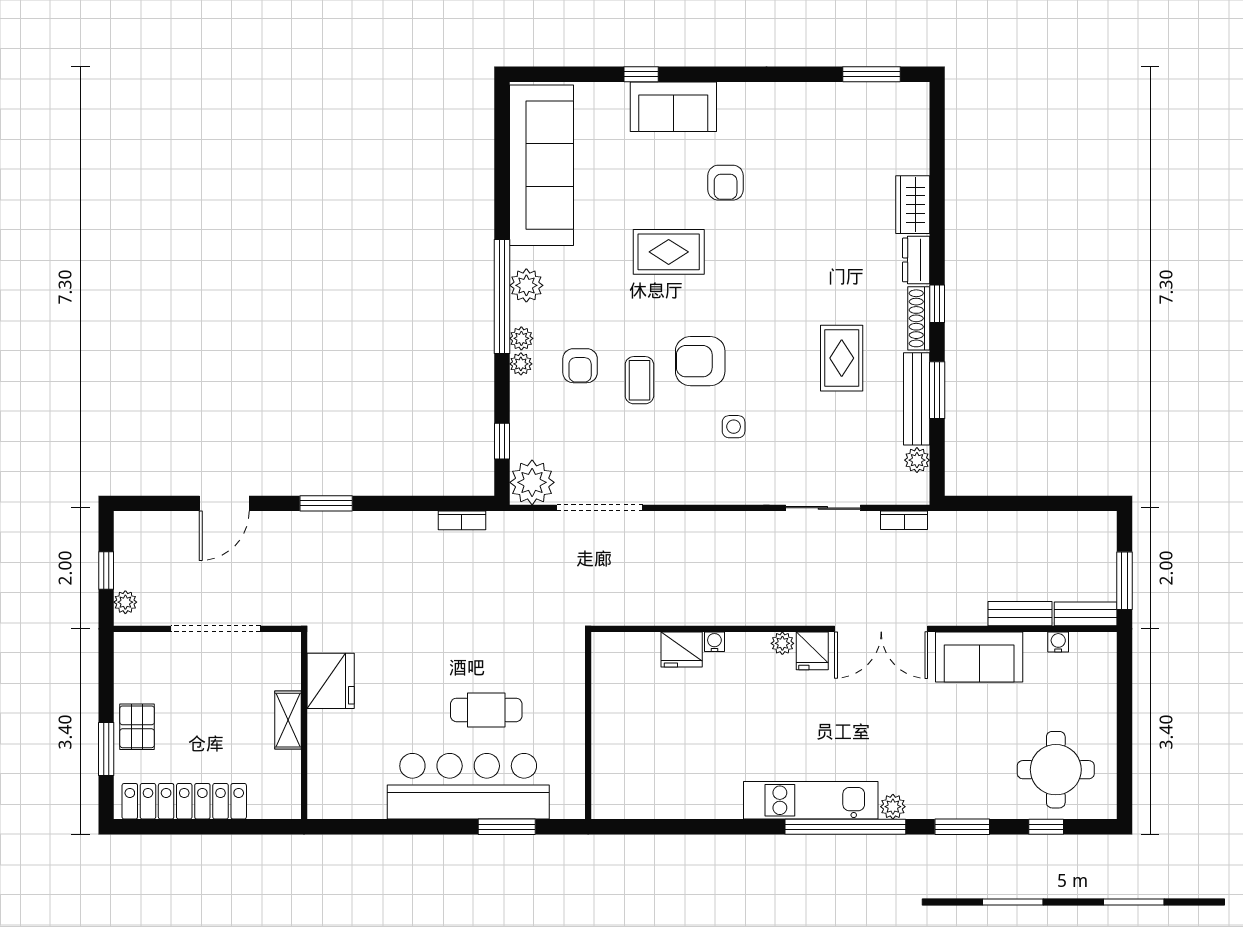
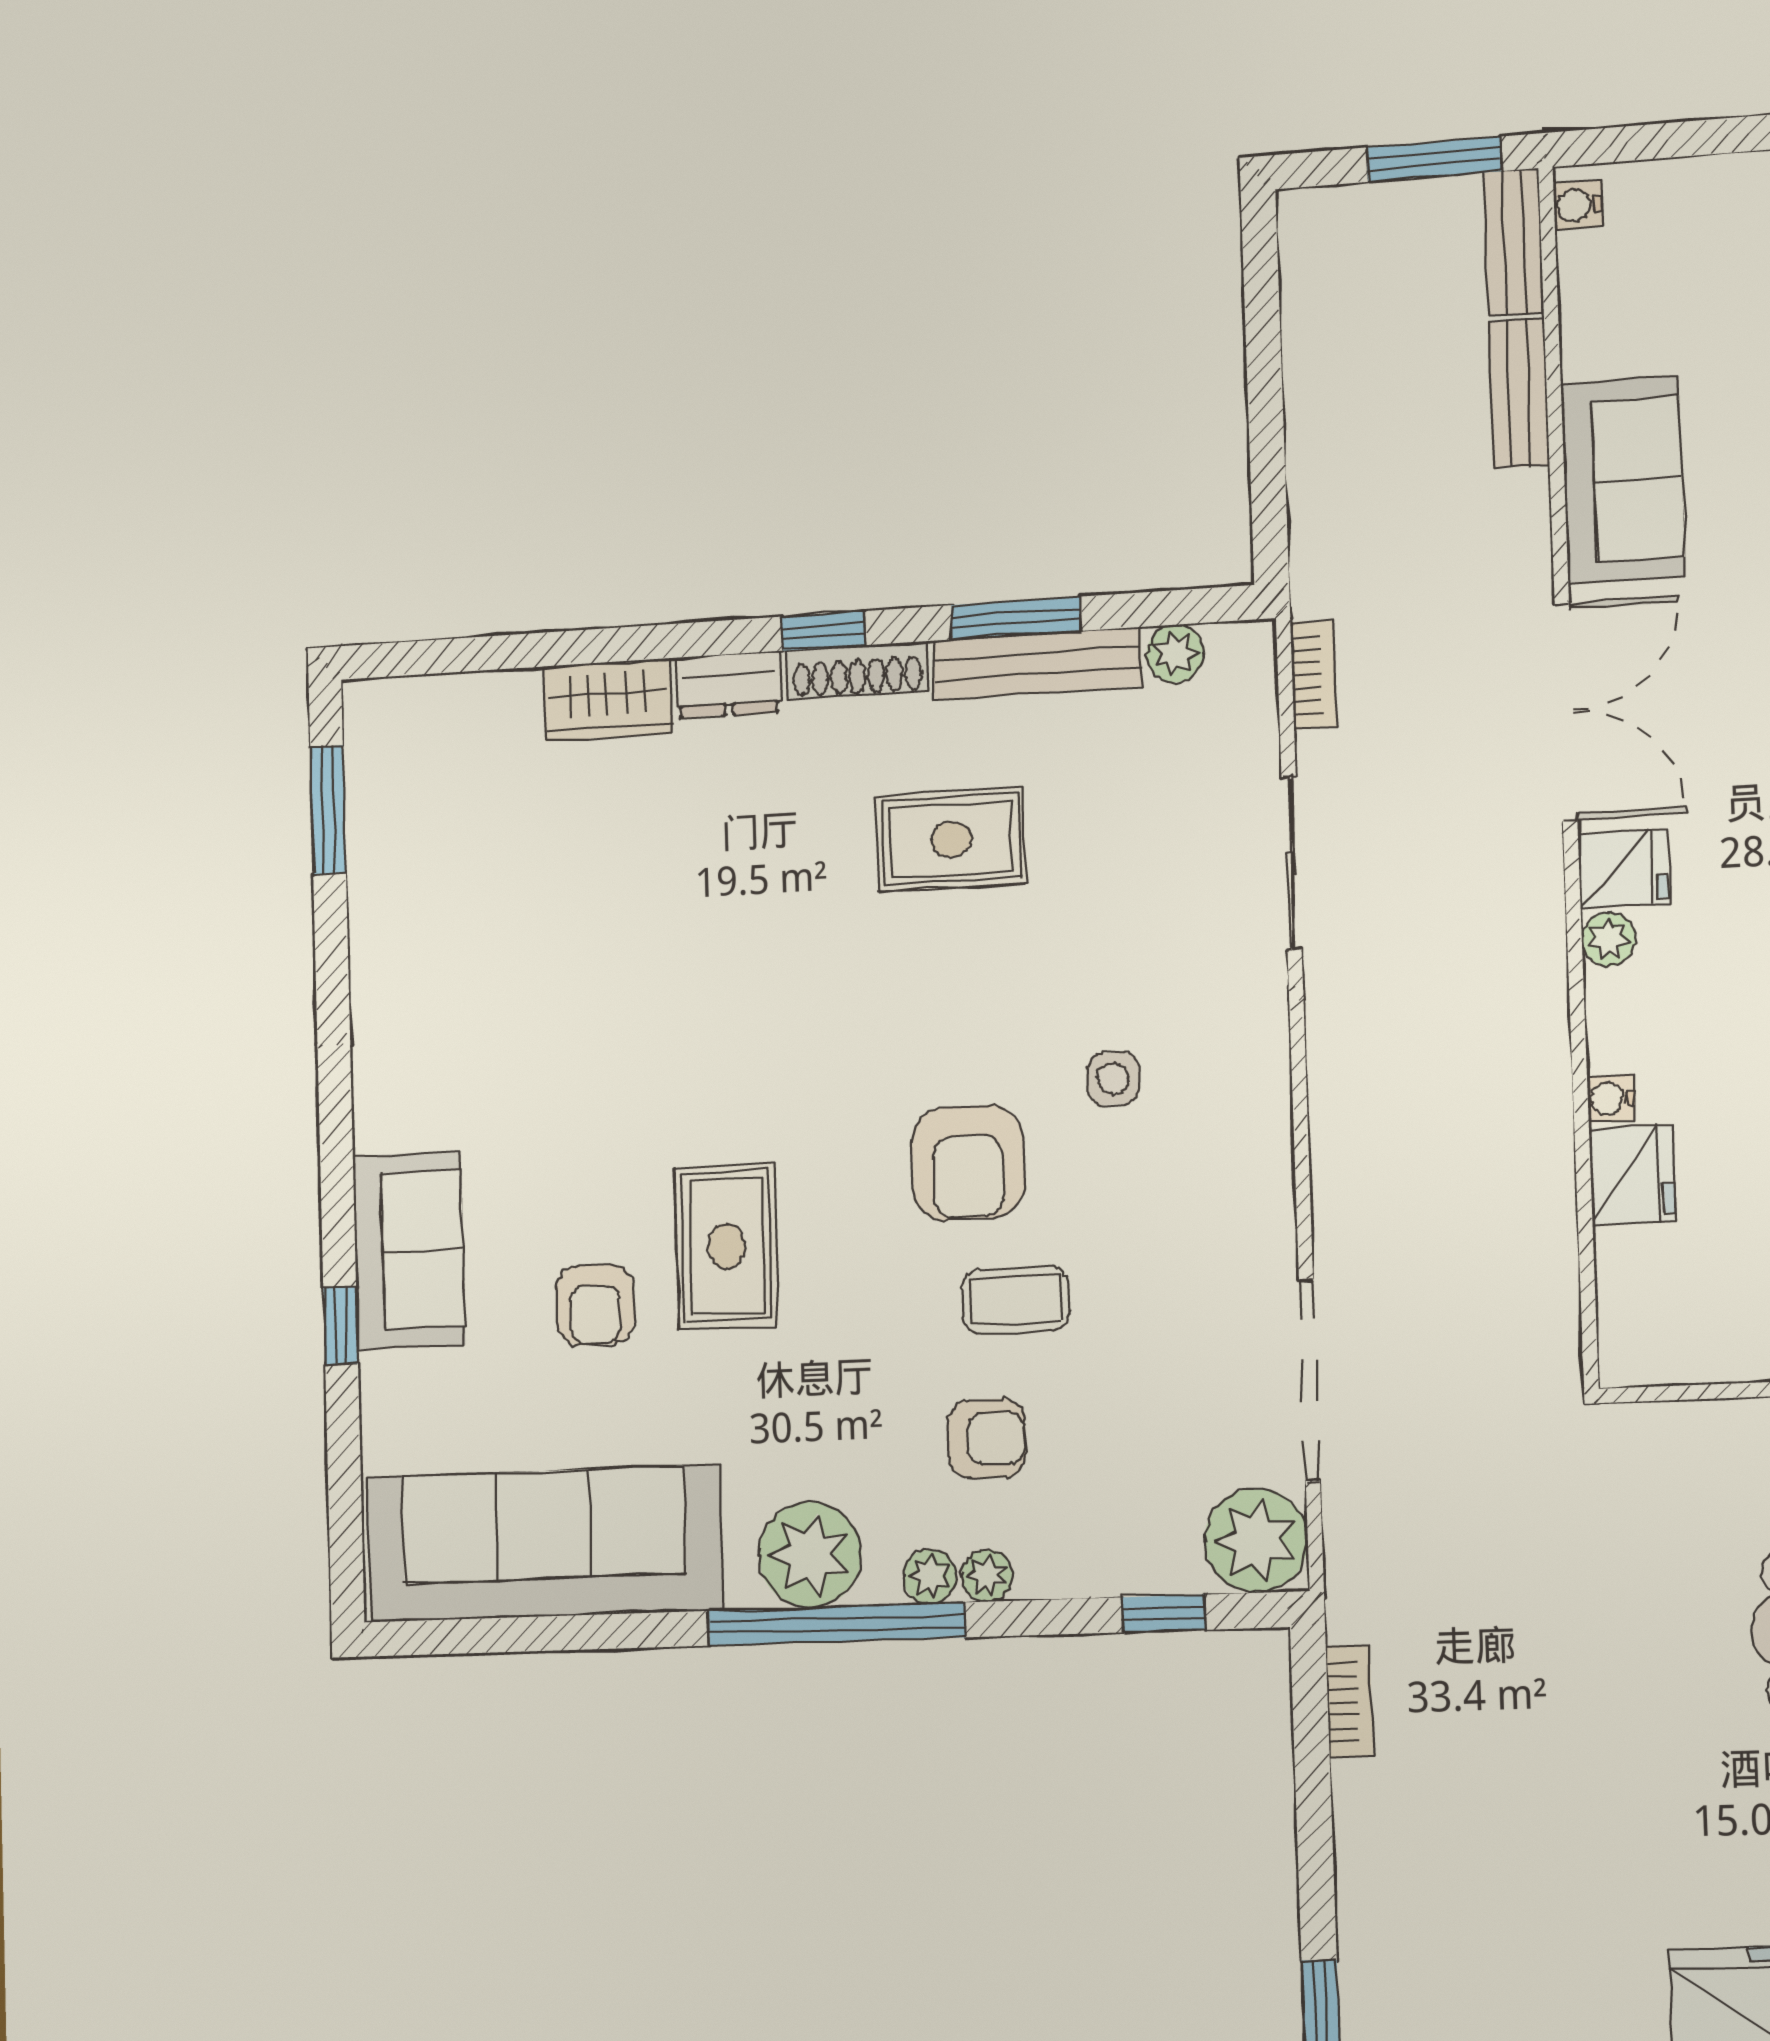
armchair: (726, 183) -> (595, 1305), moved, turned 90
plant: (526, 285) -> (810, 1555), width x1.36, depth x1.36
water cooler: (1058, 642) -> (1578, 205), moved

